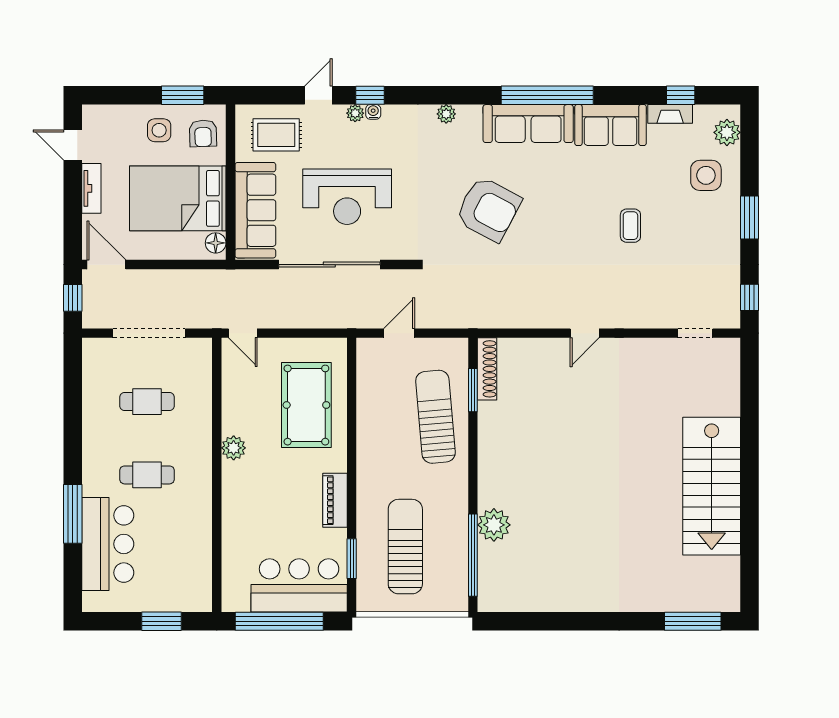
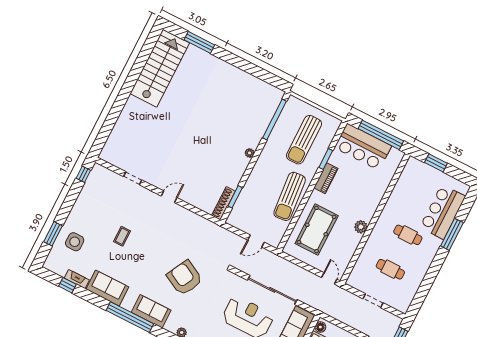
sofa: (528, 124) -> (151, 311), width x0.73
plant: (727, 132) -> (55, 257), removed
window: (750, 218) -> (53, 234), moved
doorway: (149, 333) -> (373, 301), width x0.53
doorway: (695, 333) -> (133, 178), moved
sun lounger: (435, 417) -> (290, 196), moved
stairs: (712, 486) -> (160, 68), moved
plant: (494, 525) -> (250, 153), moved, width x0.53, depth x0.53
window: (352, 559) -> (326, 159), moved
window: (693, 621) -> (199, 42), moved

